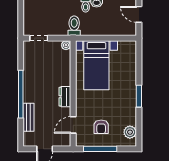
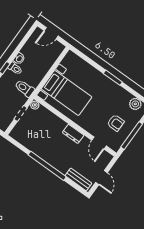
doorway: (39, 38) -> (21, 113), moved
bench: (29, 117) -> (78, 179), moved

